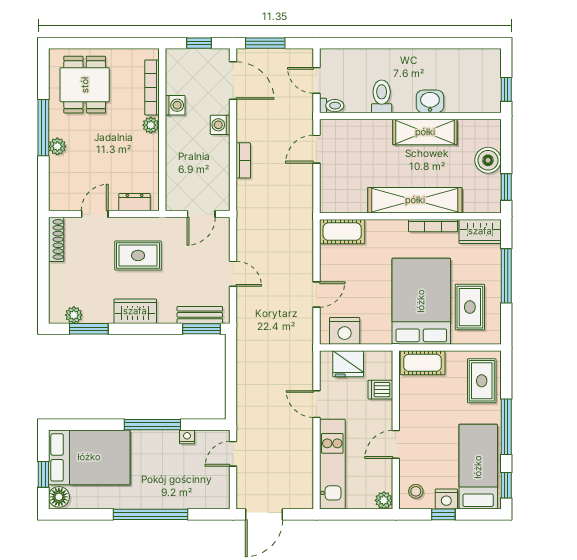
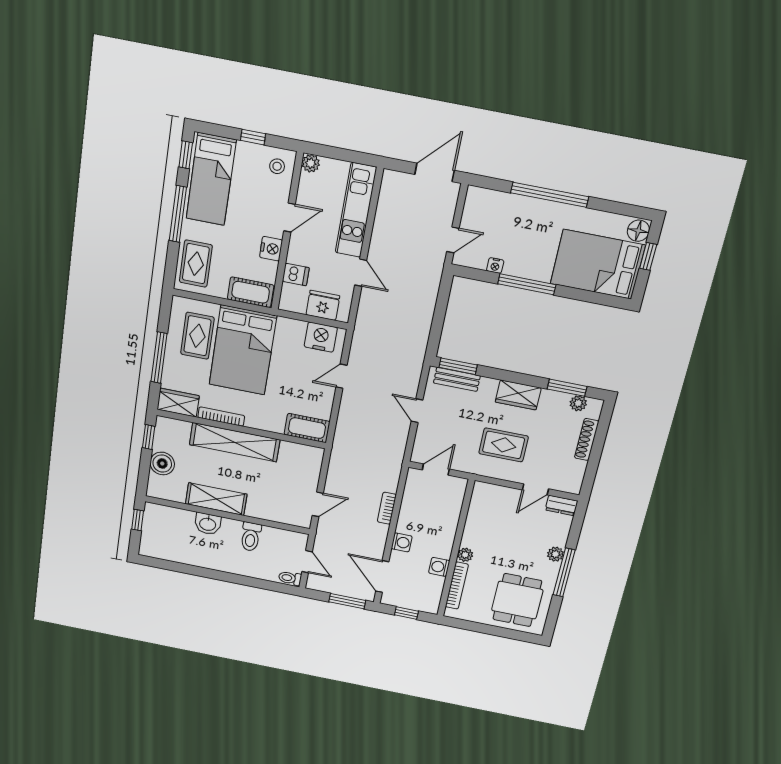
toilet: (332, 106) -> (290, 578), moved
dresser: (135, 202) -> (561, 505), moved
shoe rack: (56, 239) -> (587, 440), moved
nightstand: (446, 499) -> (271, 249), moved, turned 90

